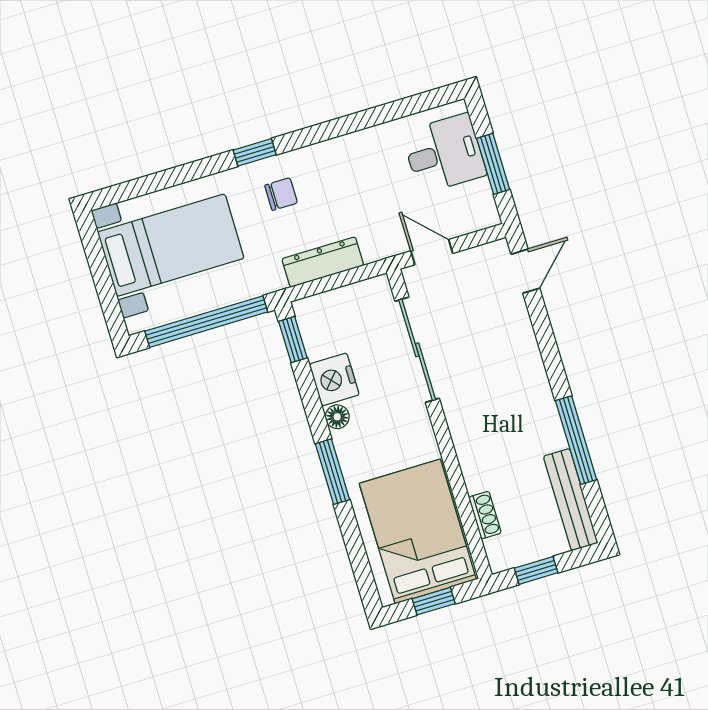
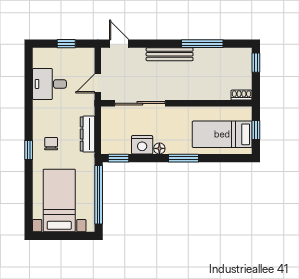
desk: (444, 154) -> (49, 84), moved, turned -90
window: (493, 164) -> (66, 44), width x0.67
bench: (571, 500) -> (170, 54), moved
shoe rack: (485, 515) -> (241, 95), moved
bed: (418, 531) -> (222, 134), width x0.67
window: (536, 570) -> (256, 63), moved

